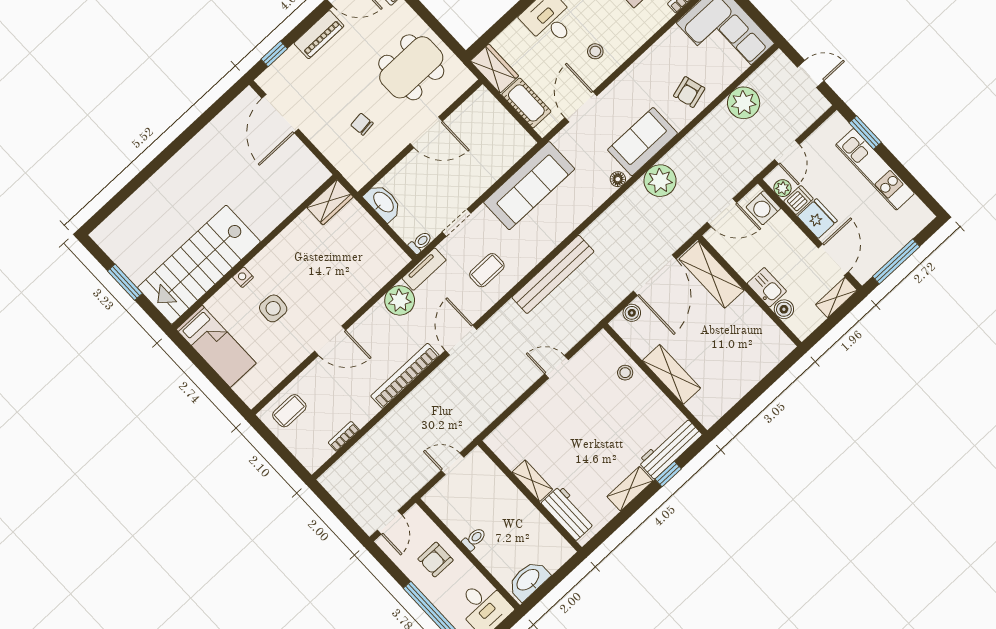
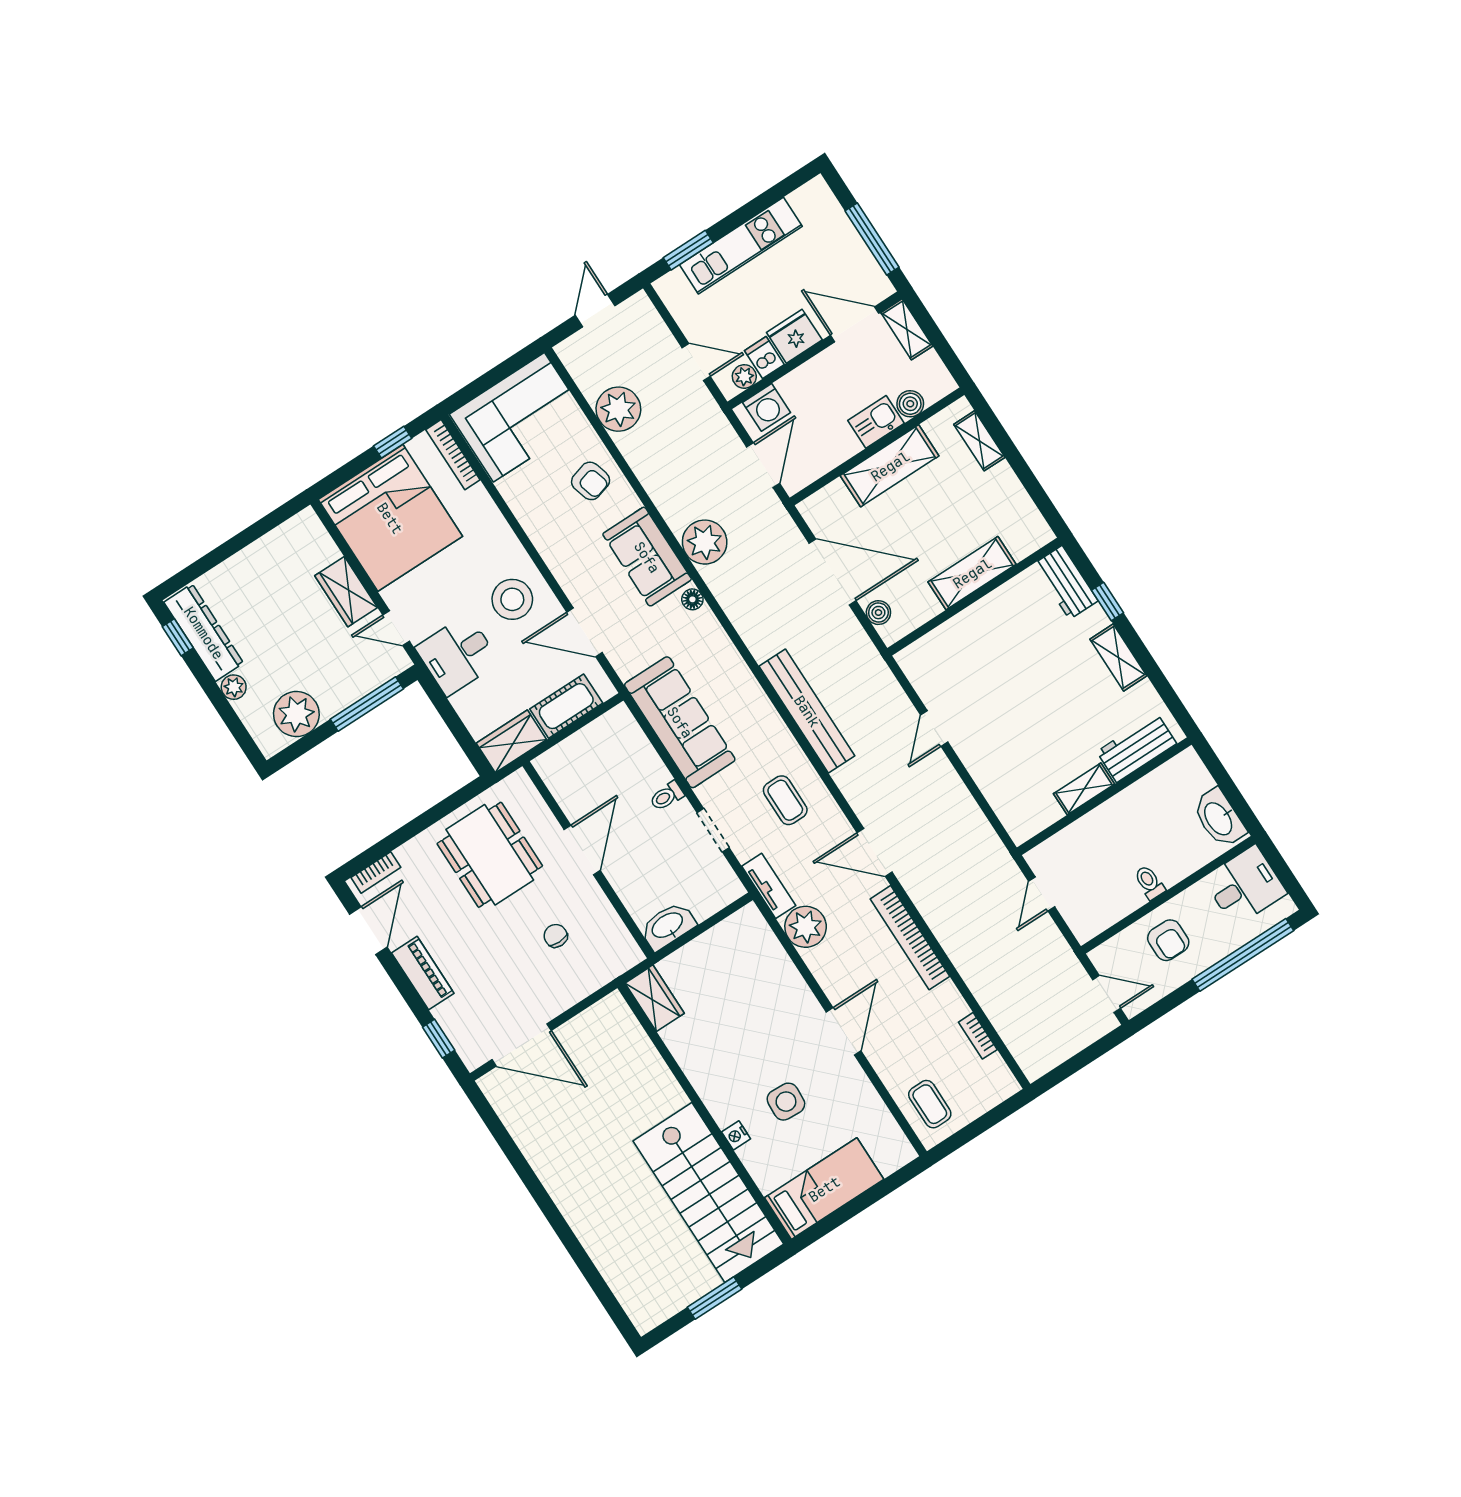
stool: (595, 51) -> (512, 599), width x1.89, depth x1.89
chair: (362, 124) -> (556, 936), turned 97
toilet: (420, 243) -> (667, 796), moved, turned -90
shelving: (712, 275) -> (890, 466), moved
shelving: (766, 363) -> (979, 441), added
stool: (625, 373) -> (959, 636), removed
workbench: (670, 448) -> (1066, 582), width x0.73

